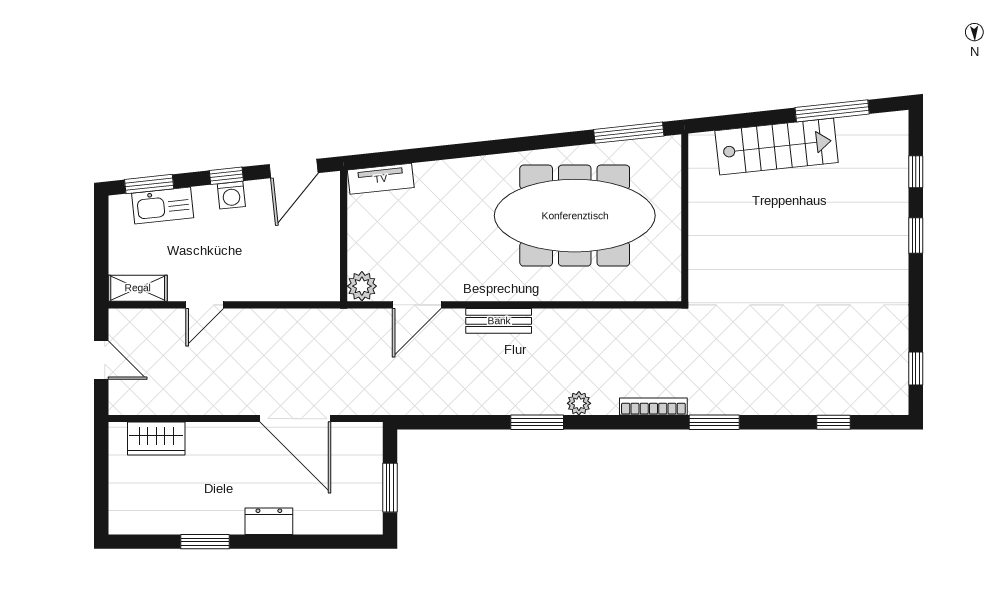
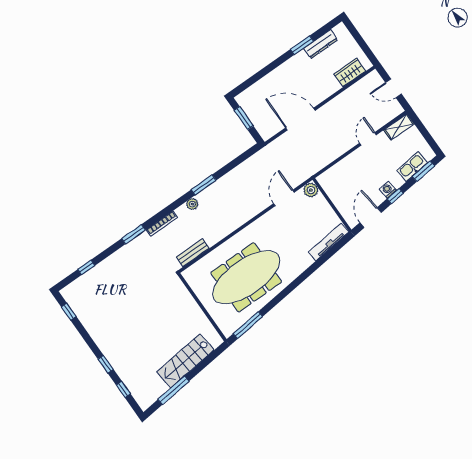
tv unit: (381, 179) -> (328, 242), width x1.41
bench: (499, 321) -> (193, 253), moved
dresser: (269, 521) -> (321, 44), moved, width x1.44

